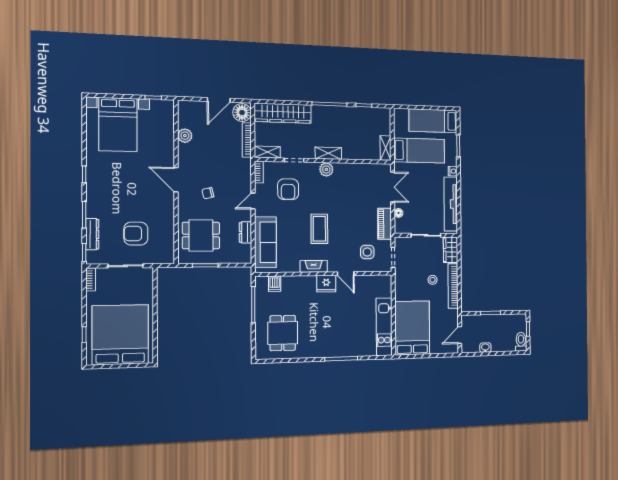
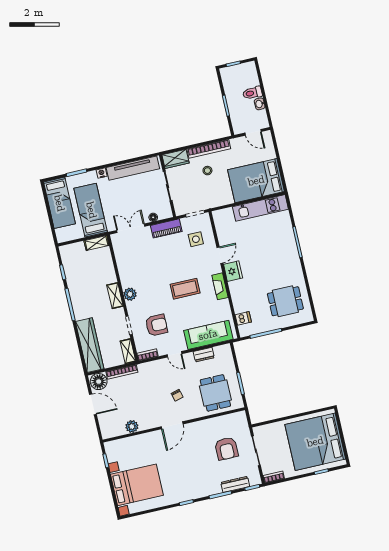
toilet: (521, 342) -> (252, 93), moved

